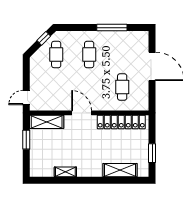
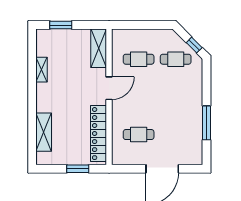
cafe table: (89, 55) -> (139, 59), moved
door: (26, 97) -> (127, 25), removed
window: (26, 140) -> (61, 25), moved
window: (152, 153) -> (78, 169), moved

